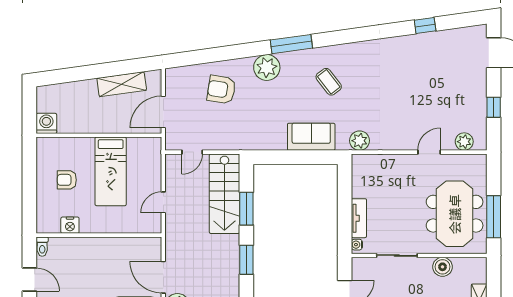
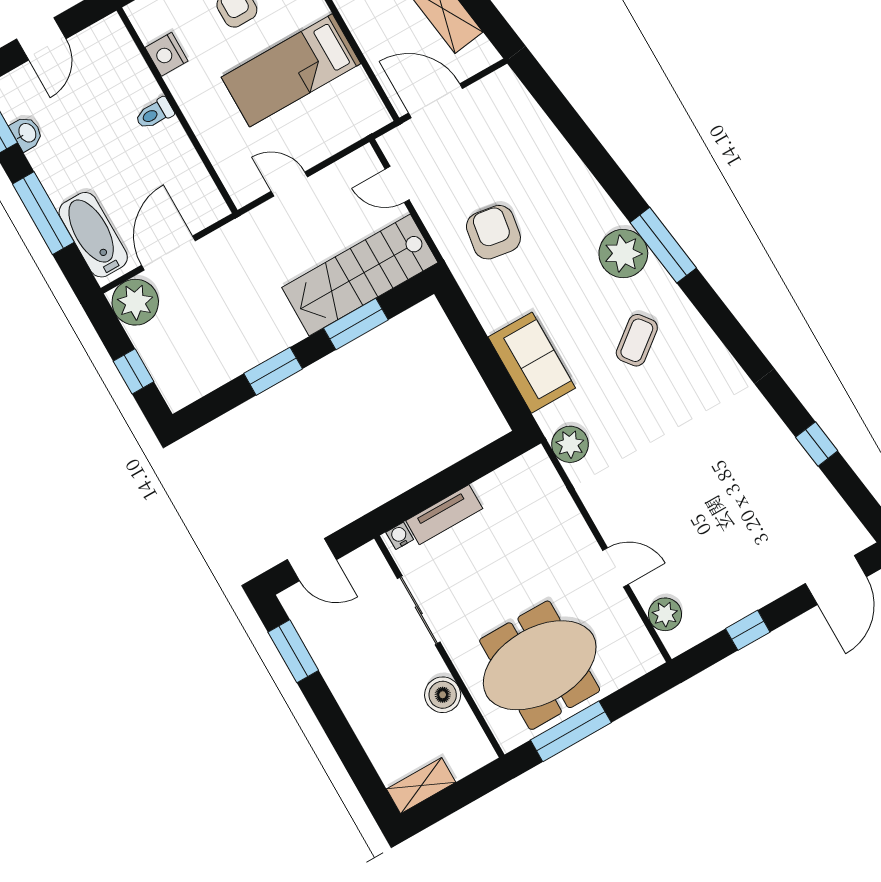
plant: (267, 67) -> (623, 254), moved
armchair: (221, 90) -> (493, 232), moved
toilet: (42, 247) -> (154, 114), moved

